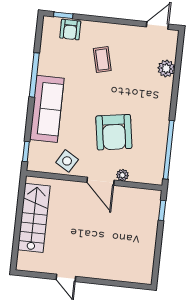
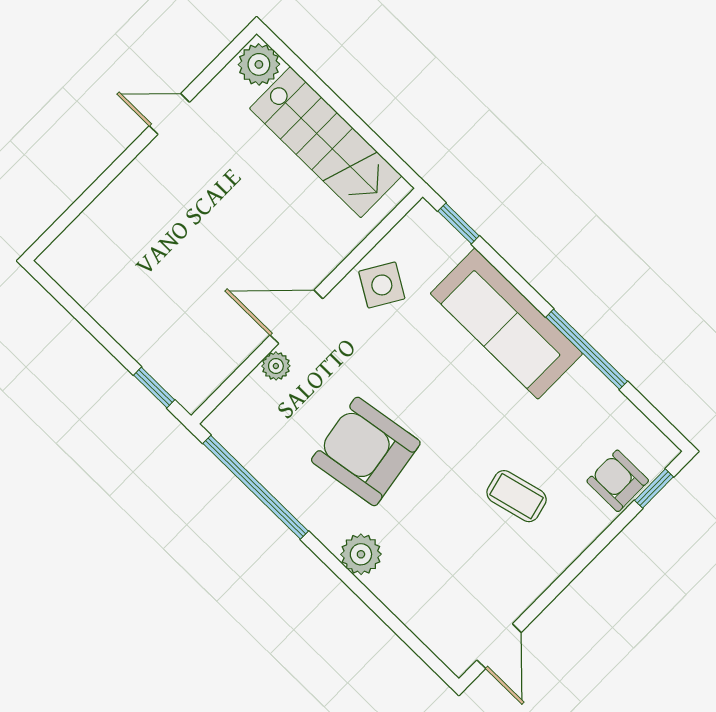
plant: (166, 68) -> (361, 554), moved
armchair: (114, 132) -> (366, 451), moved
plant: (25, 261) -> (259, 64), added

